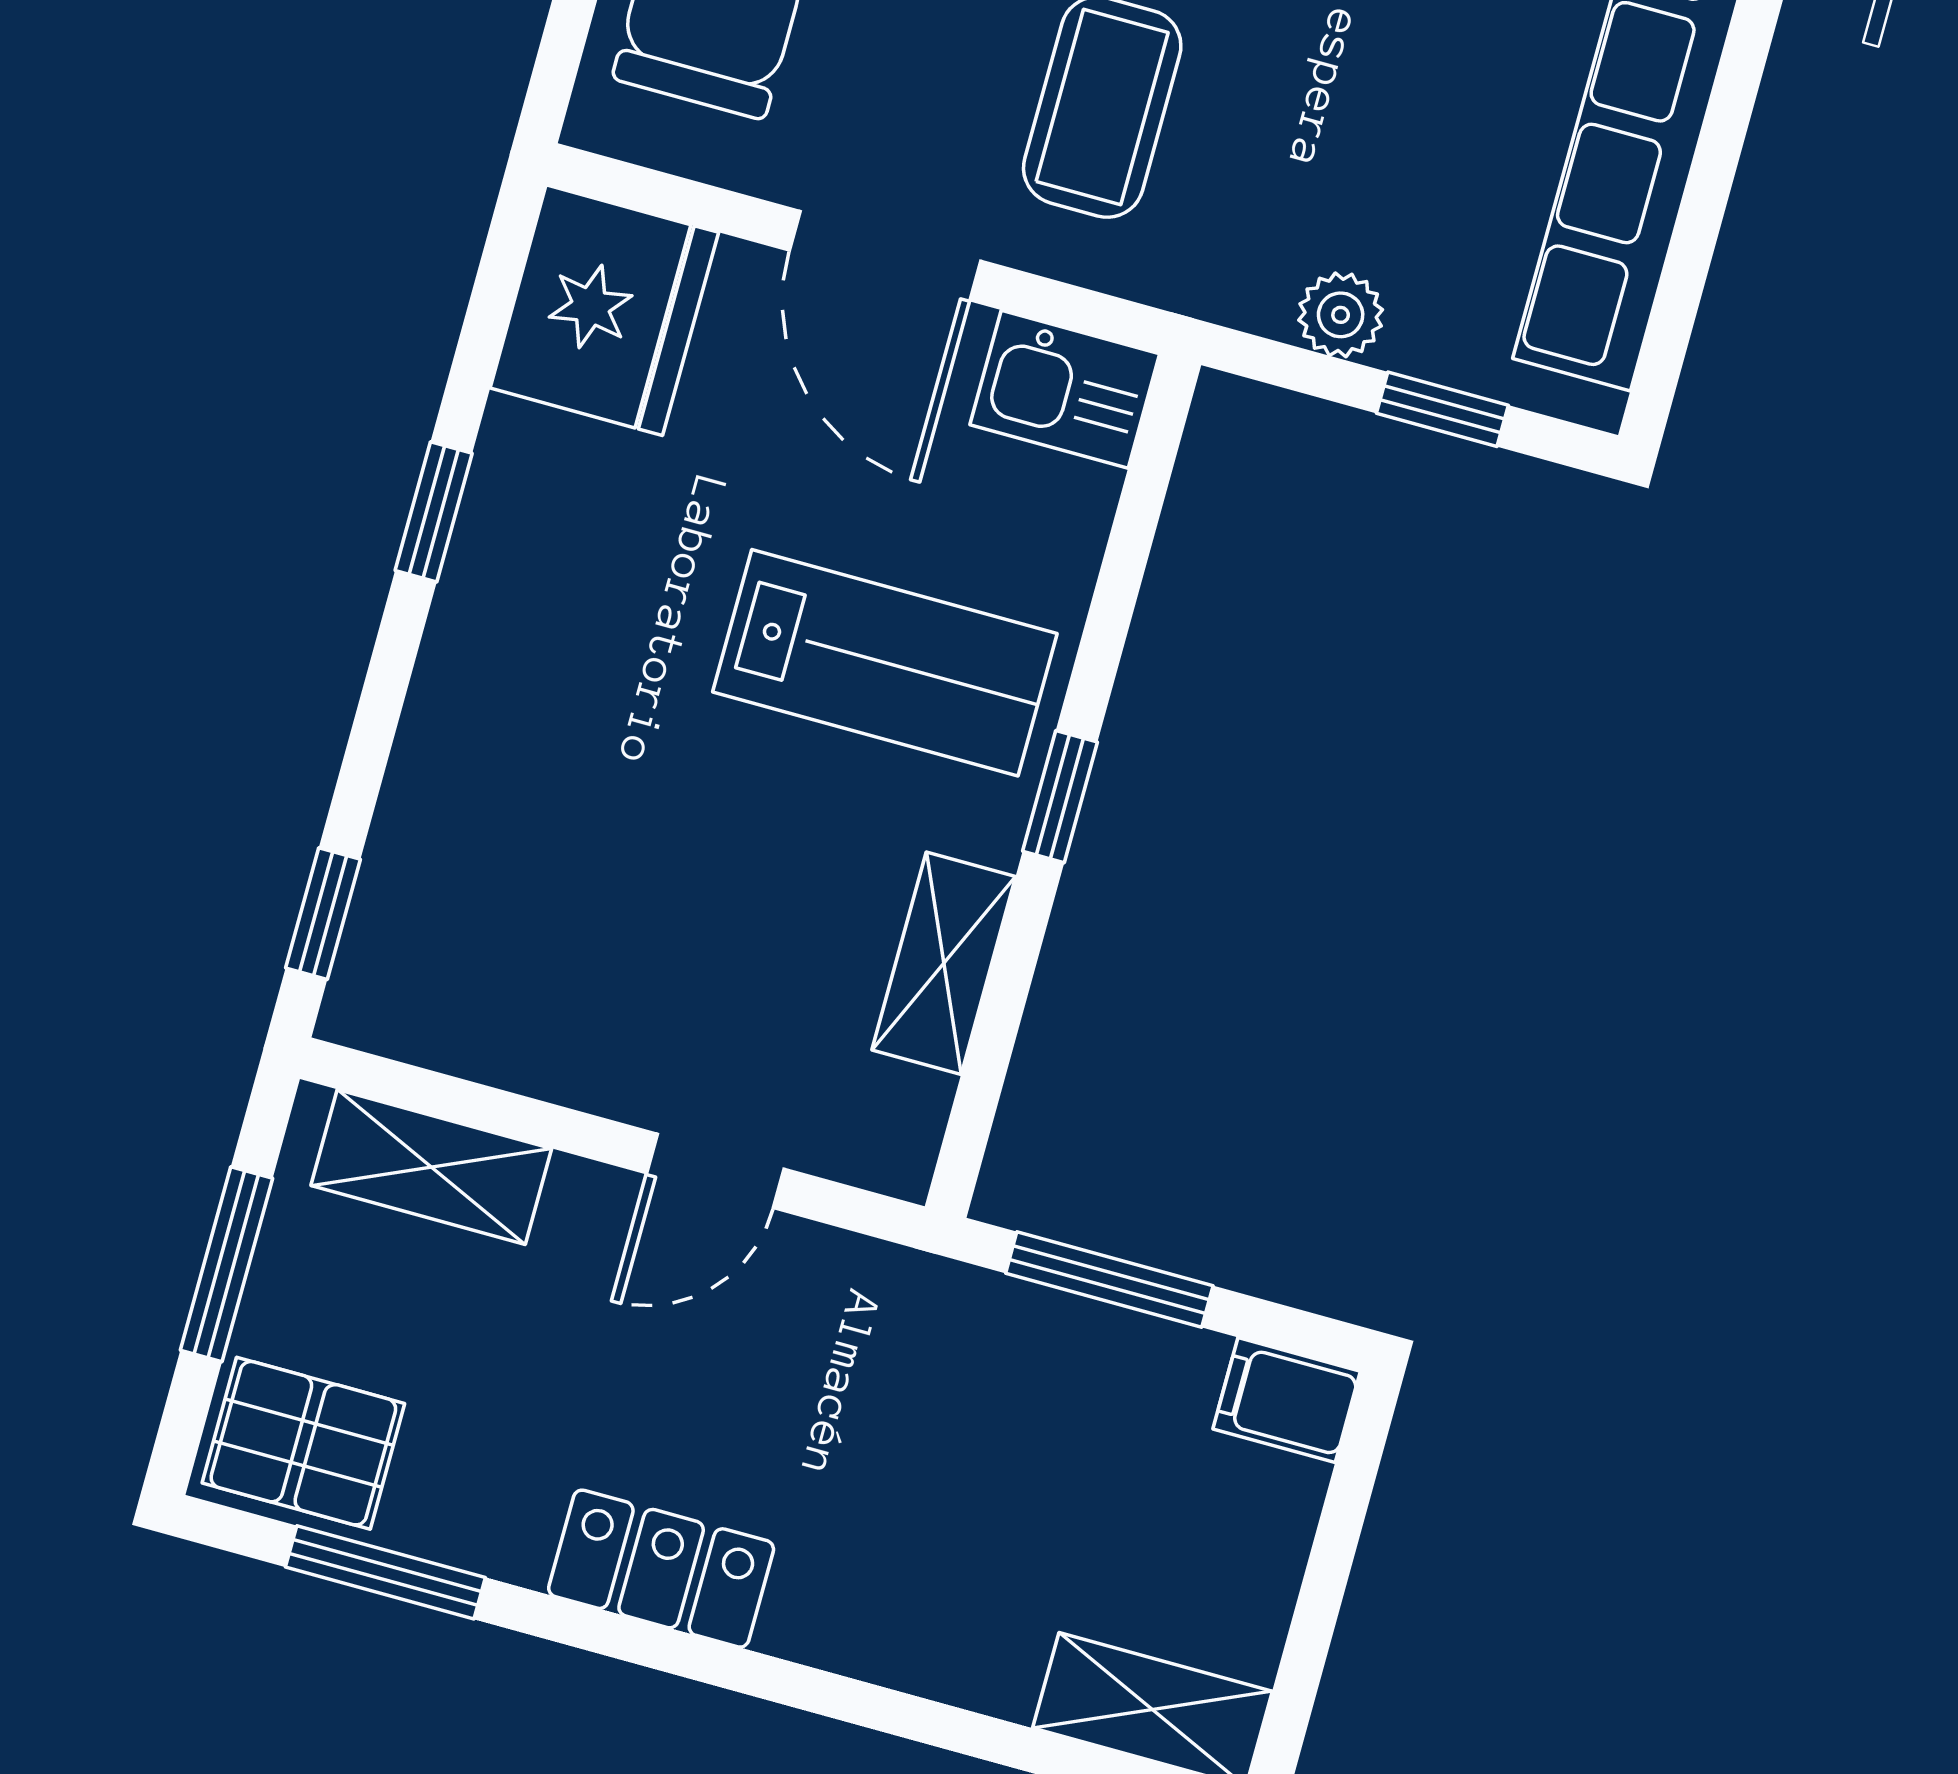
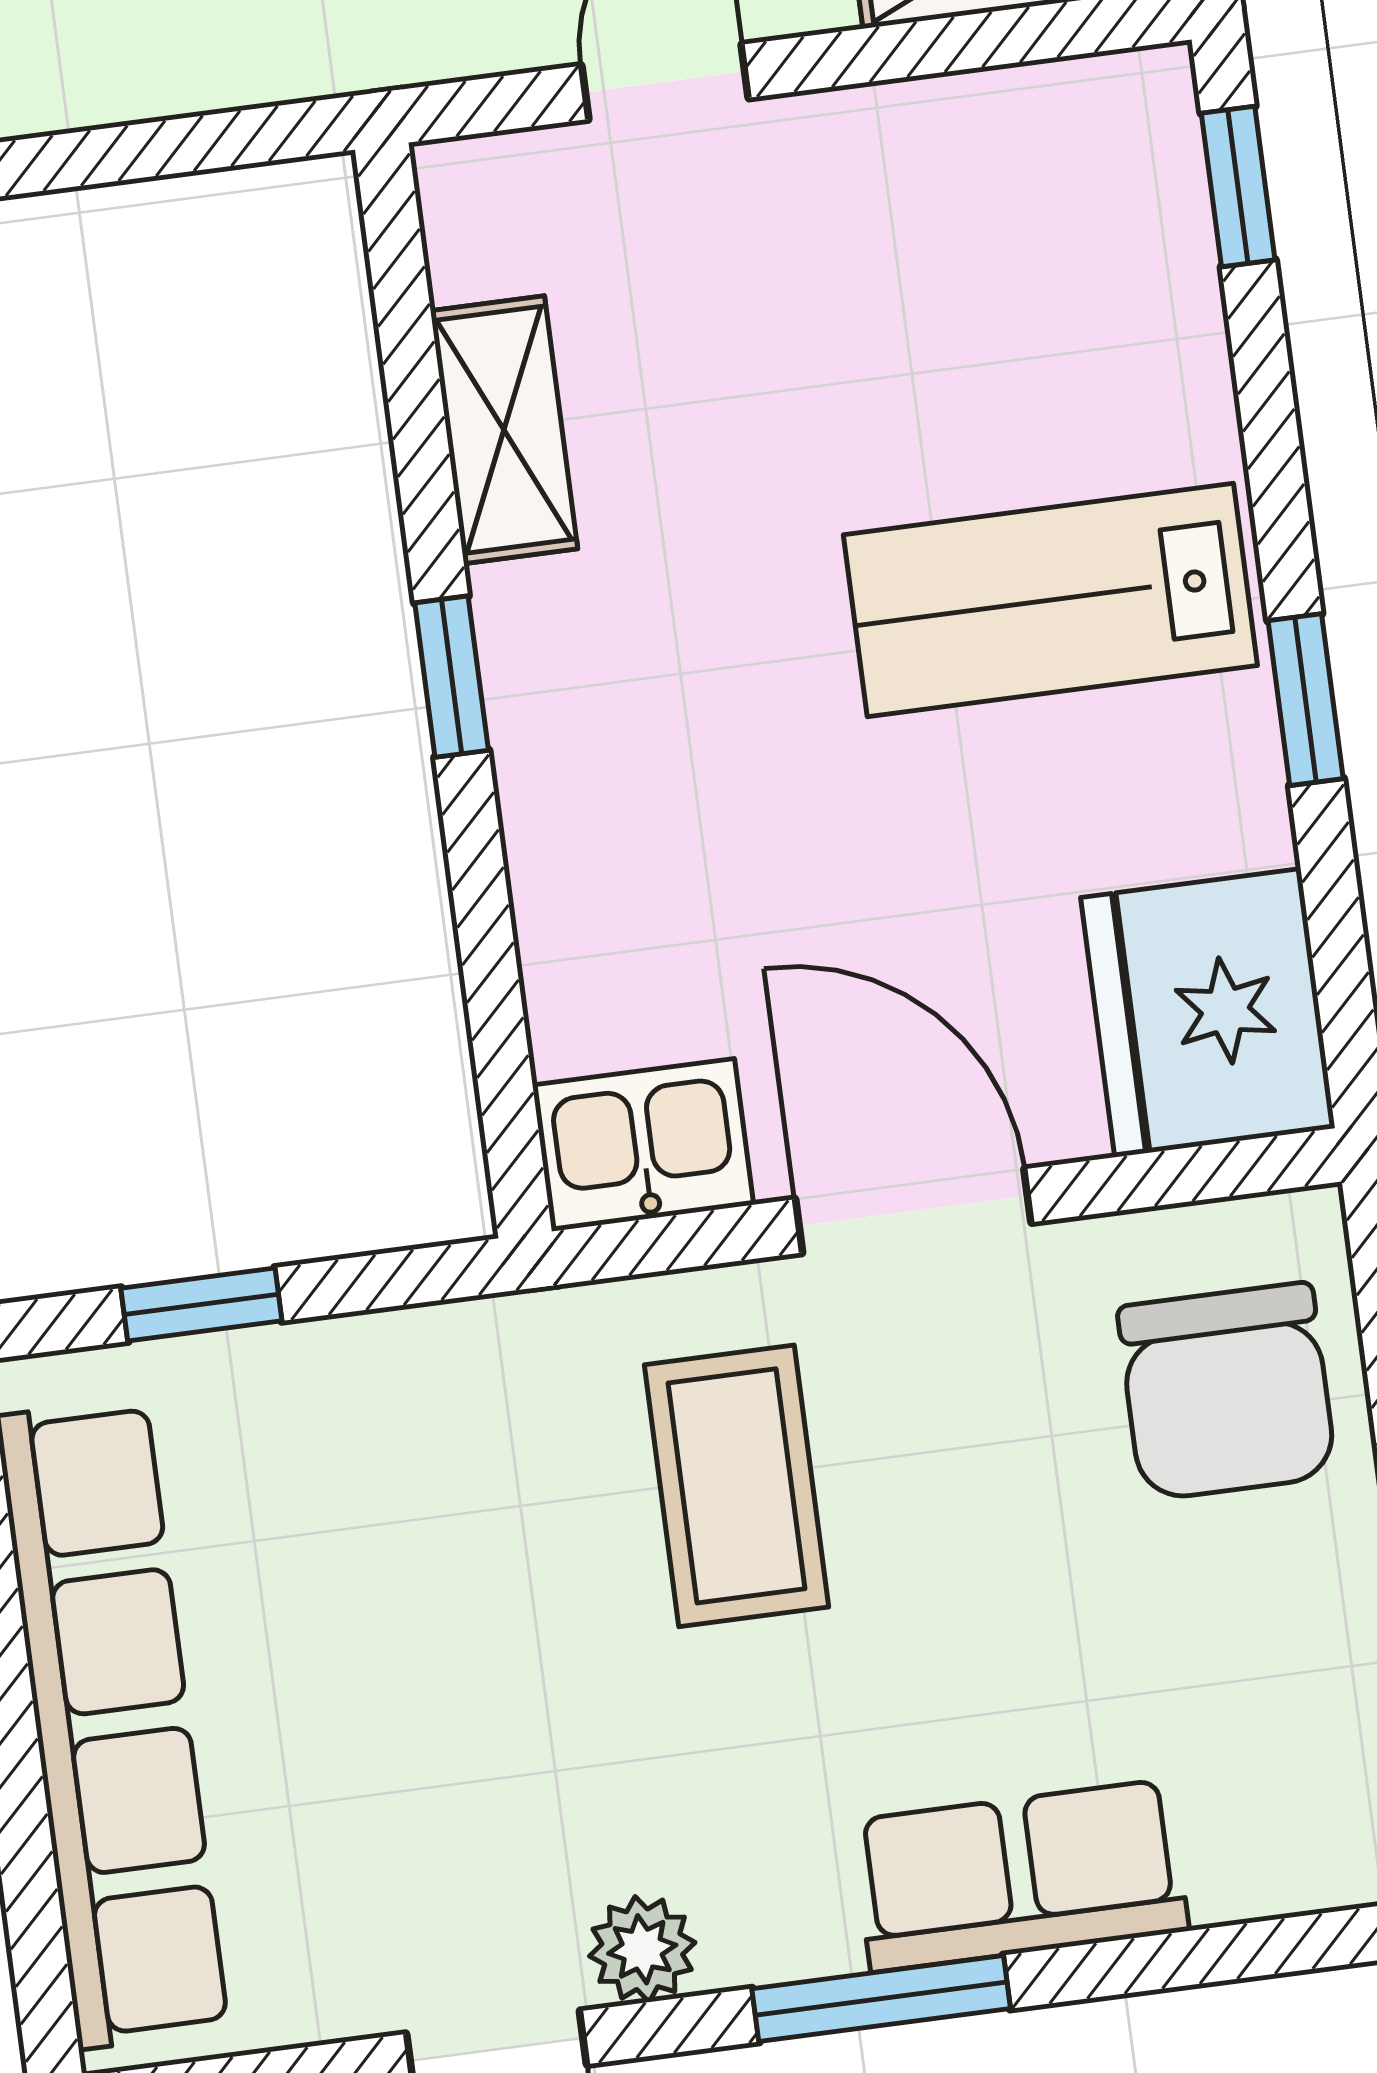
plant: (1341, 315) -> (363, 1363), removed
lab bench: (885, 663) -> (1050, 600), moved
window: (1109, 1280) -> (162, 148), removed

